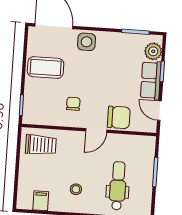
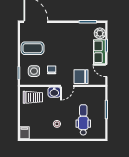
side table: (87, 42) -> (34, 71), moved
chair: (119, 117) -> (81, 77), turned 180
washbasin: (75, 139) -> (54, 92), added
filing cabinet: (41, 201) -> (24, 133), moved

